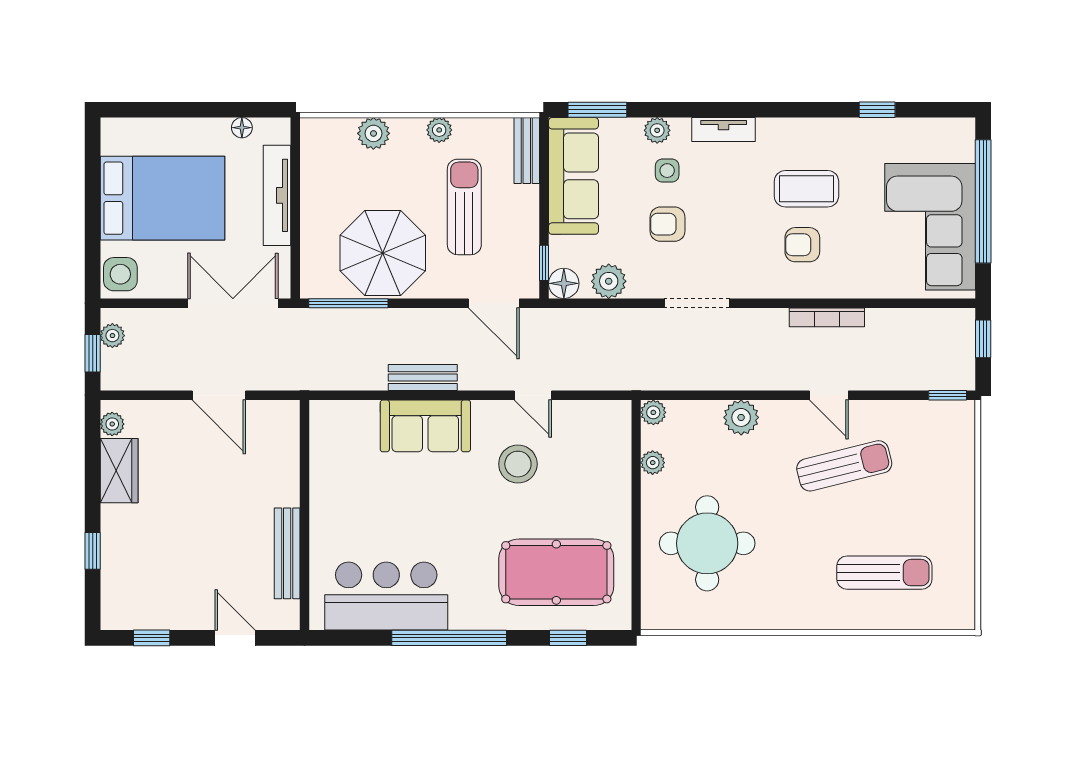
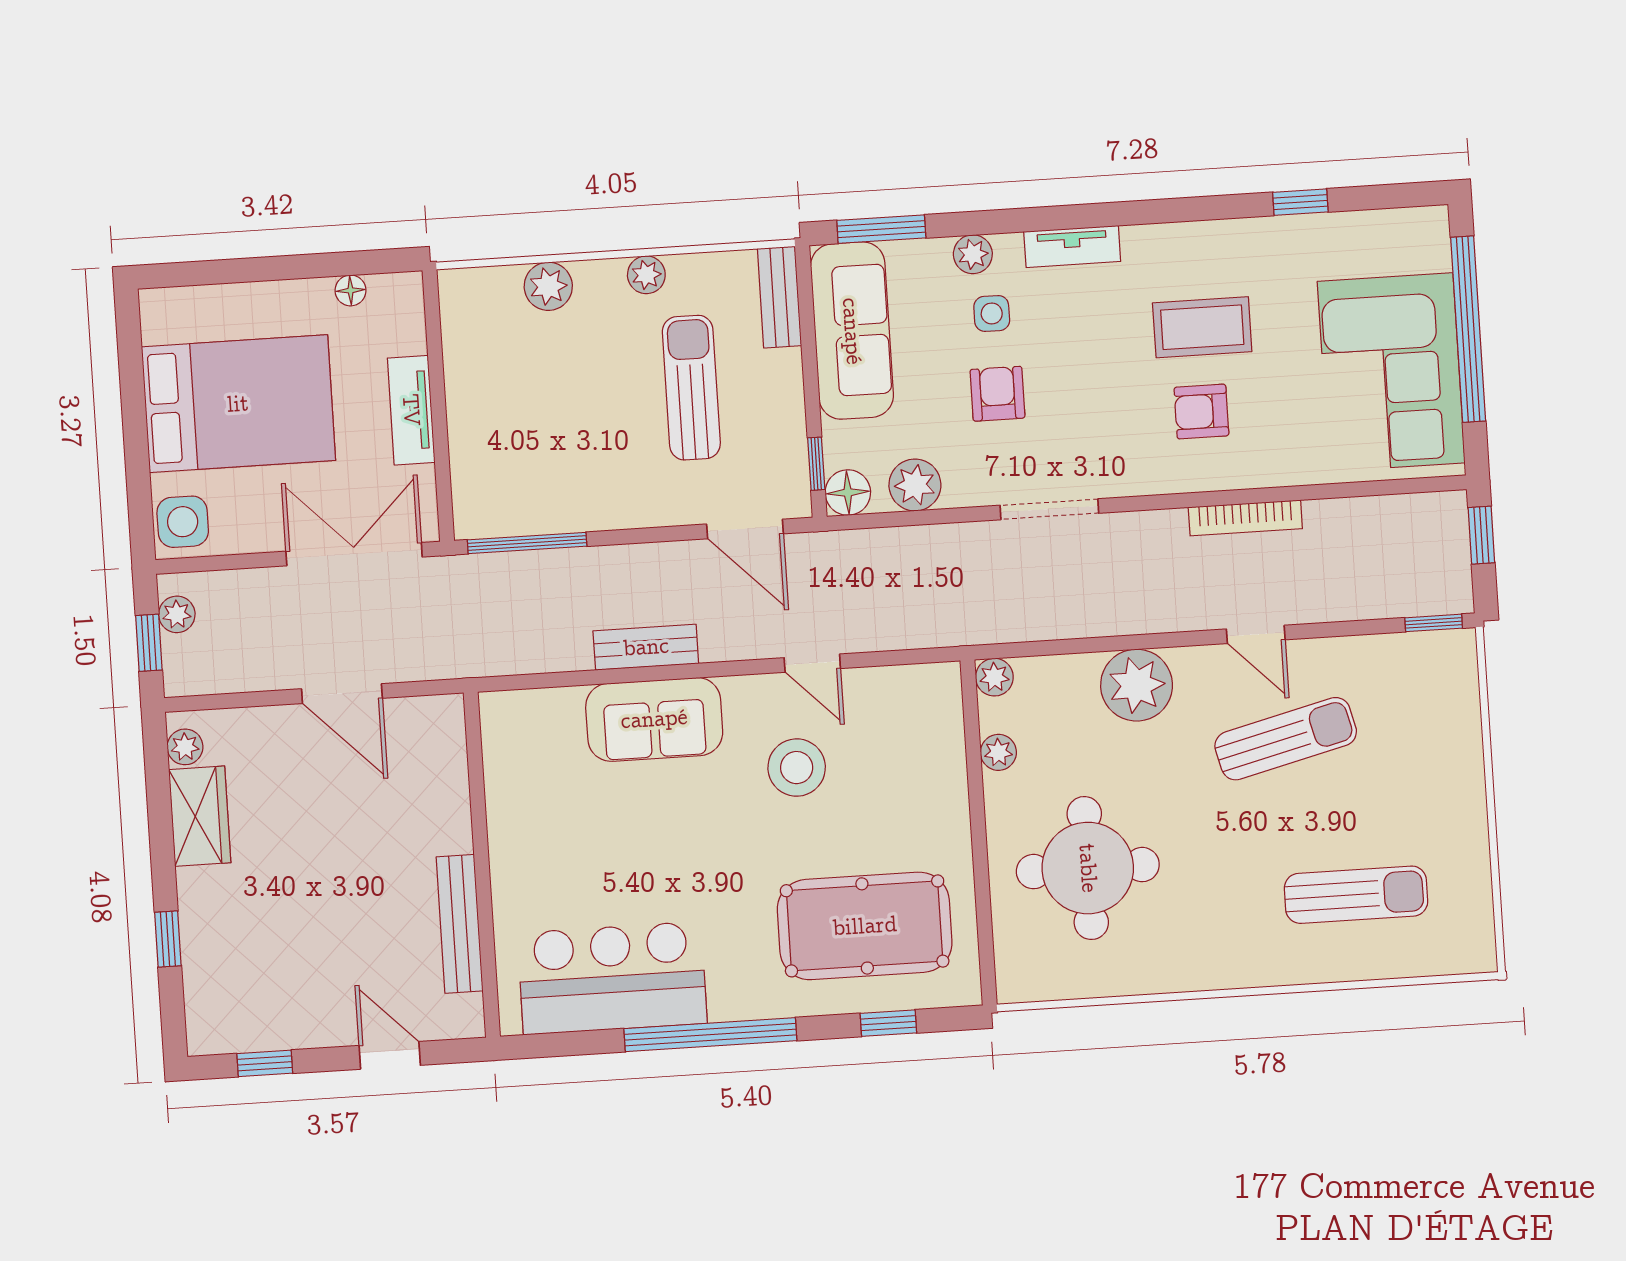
tv unit: (277, 195) -> (411, 410), width x0.71
armchair: (668, 224) -> (997, 394), turned 90
parasol: (383, 253) -> (574, 465), removed
plant: (741, 417) -> (1137, 685), width x1.36, depth x1.36

